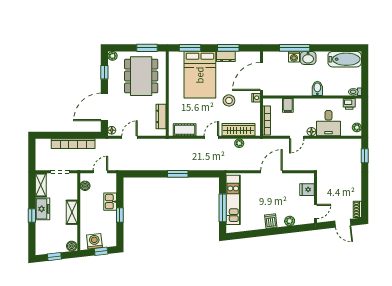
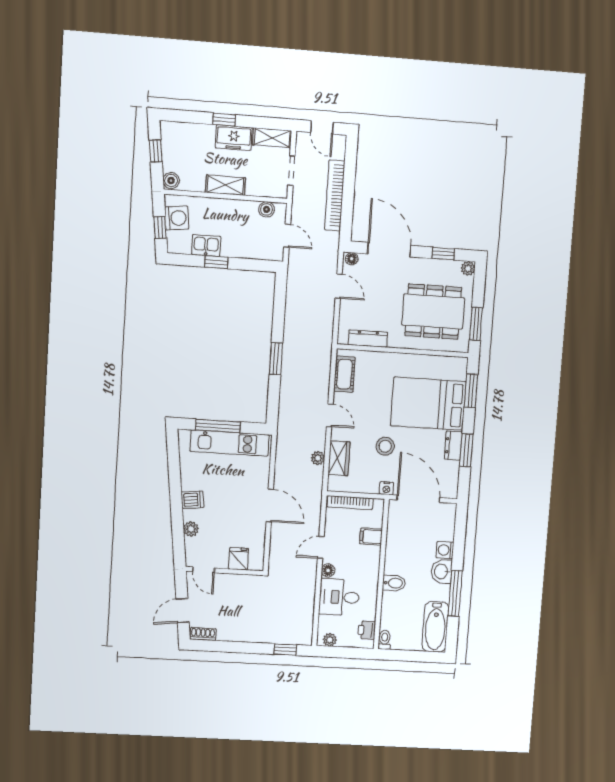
window: (295, 48) -> (455, 593), moved
wardrobe: (239, 130) -> (339, 458), width x0.67
door: (297, 137) -> (321, 547), hinge flipped
door: (32, 154) -> (322, 127), added
kitchen sink: (110, 202) -> (206, 246), moved

